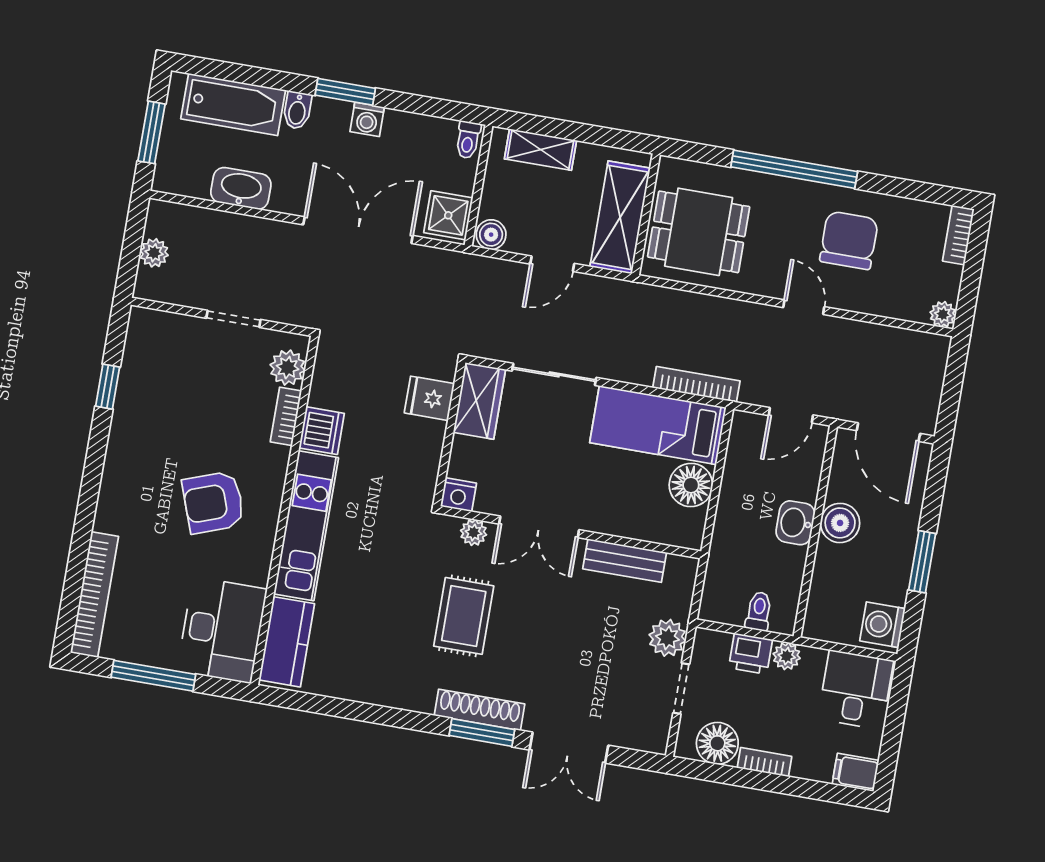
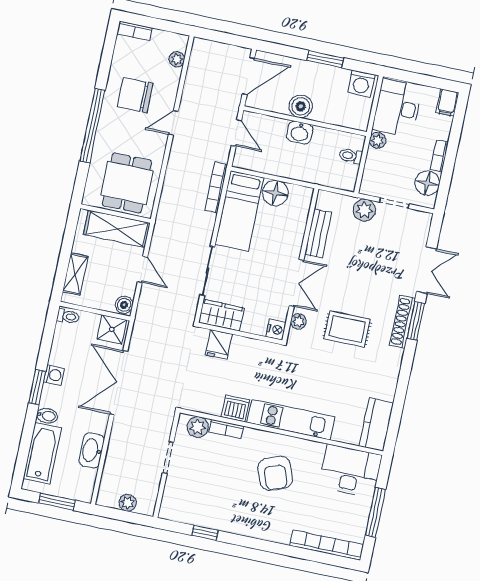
plant: (943, 314) -> (177, 59), moved
kitchen counter: (287, 642) -> (376, 424), moved, turned -90
printer: (751, 654) -> (375, 162), removed
desk: (856, 690) -> (397, 108), width x1.37

